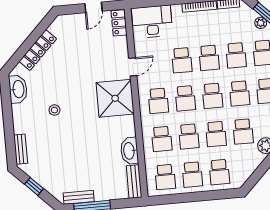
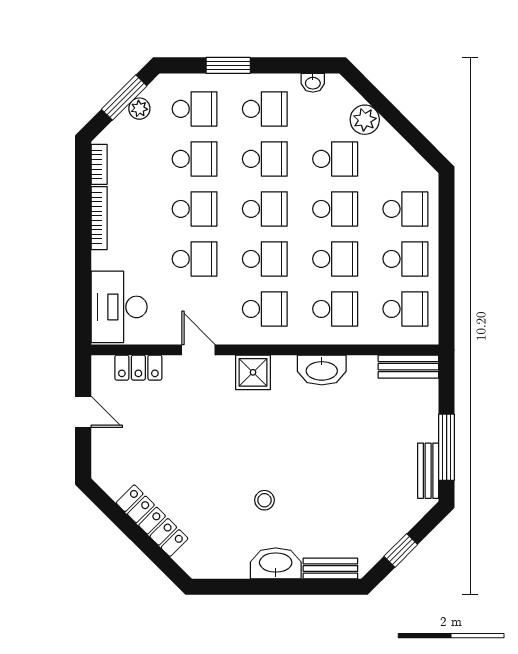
locker: (119, 23) -> (138, 368), moved
washbasin: (18, 89) -> (276, 563), moved
shower: (115, 98) -> (253, 372), width x0.54, depth x0.54
washbasin: (129, 151) -> (322, 370), moved

